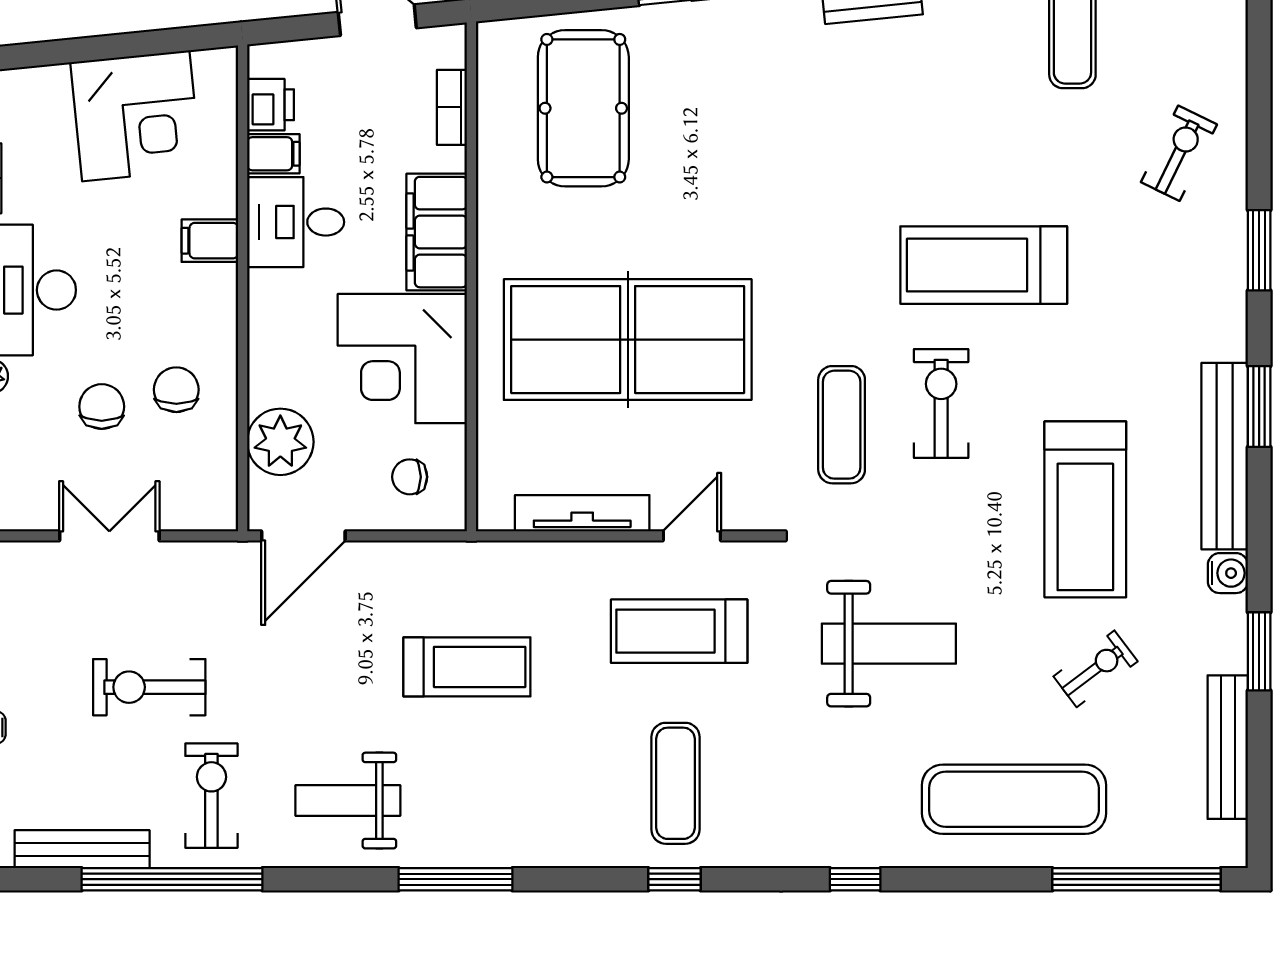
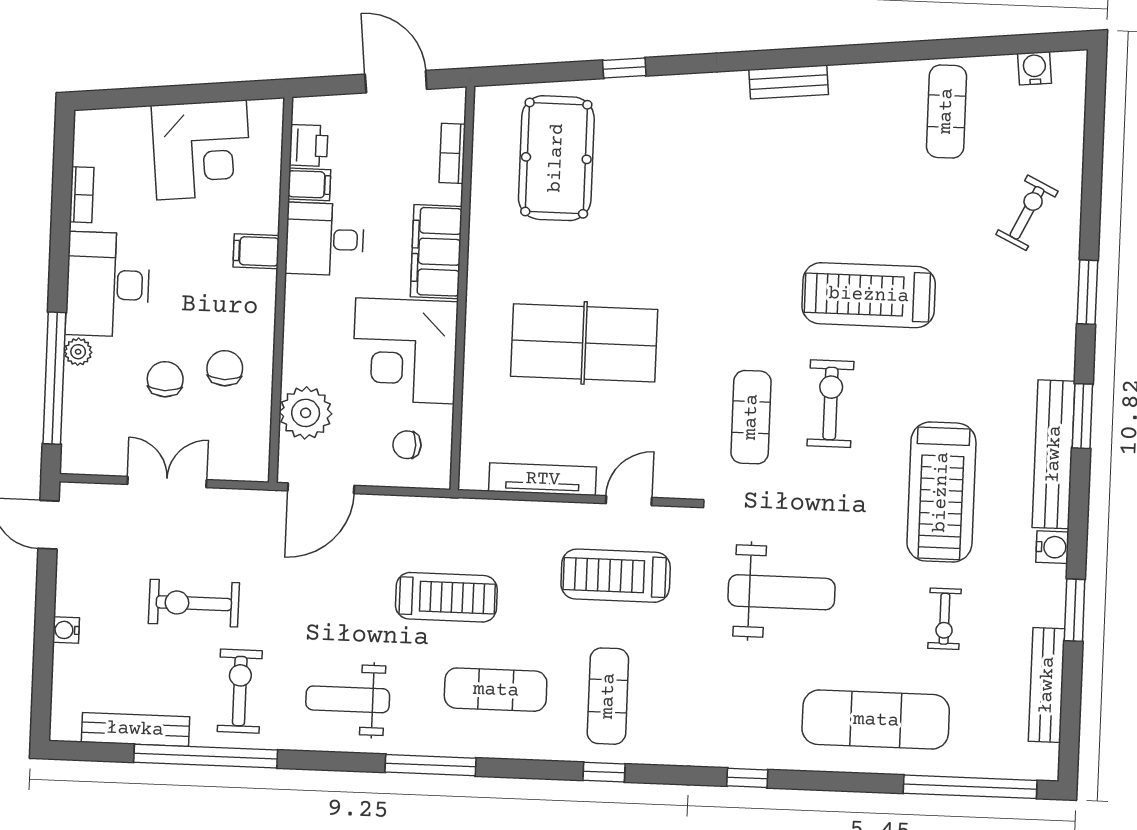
table tennis table: (628, 340) -> (584, 343), width x0.73, depth x0.76
exercise bike: (1096, 669) -> (944, 619), turned 127
exercise mat: (534, 781) -> (496, 690), added

